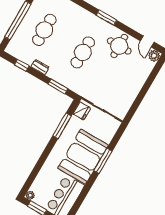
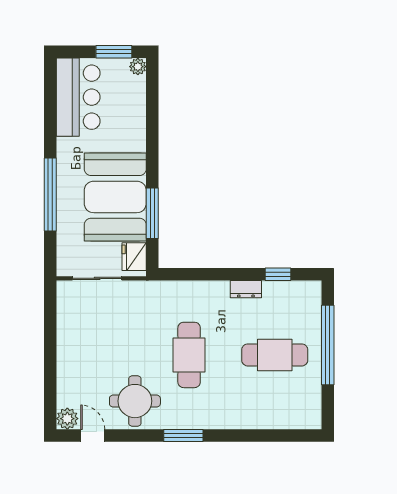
cafe table: (44, 30) -> (275, 355), turned 90
window: (58, 86) -> (197, 274), removed
booth: (83, 157) -> (115, 197), moved
window: (103, 161) -> (50, 194), width x1.46

